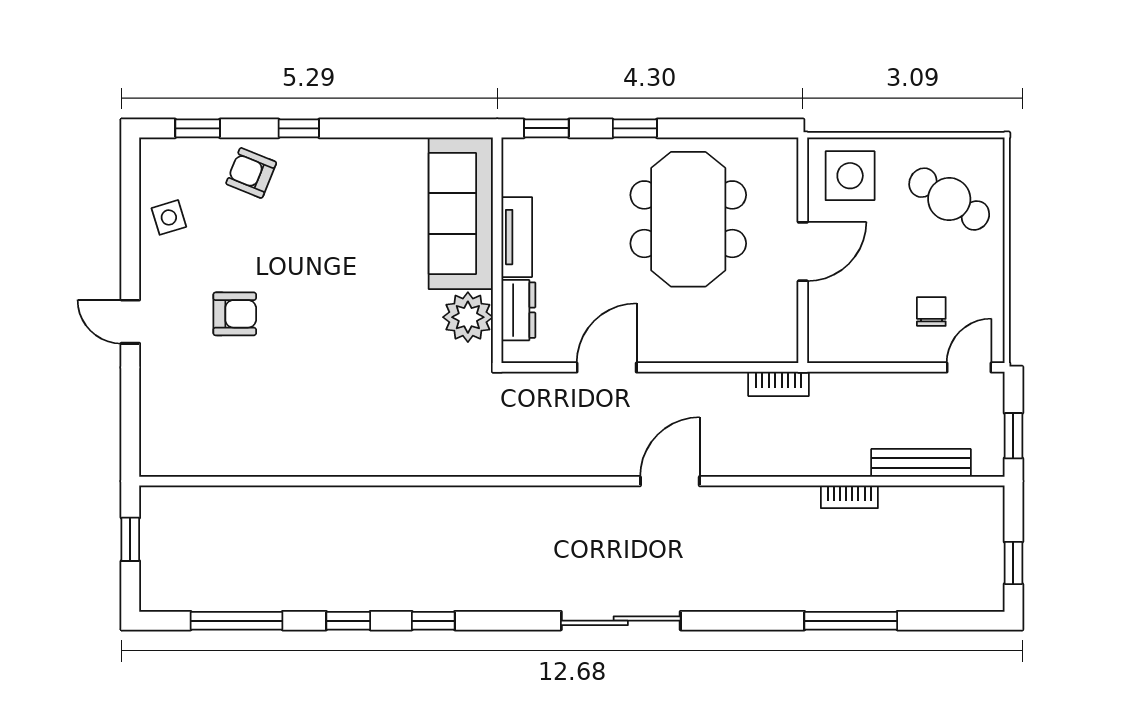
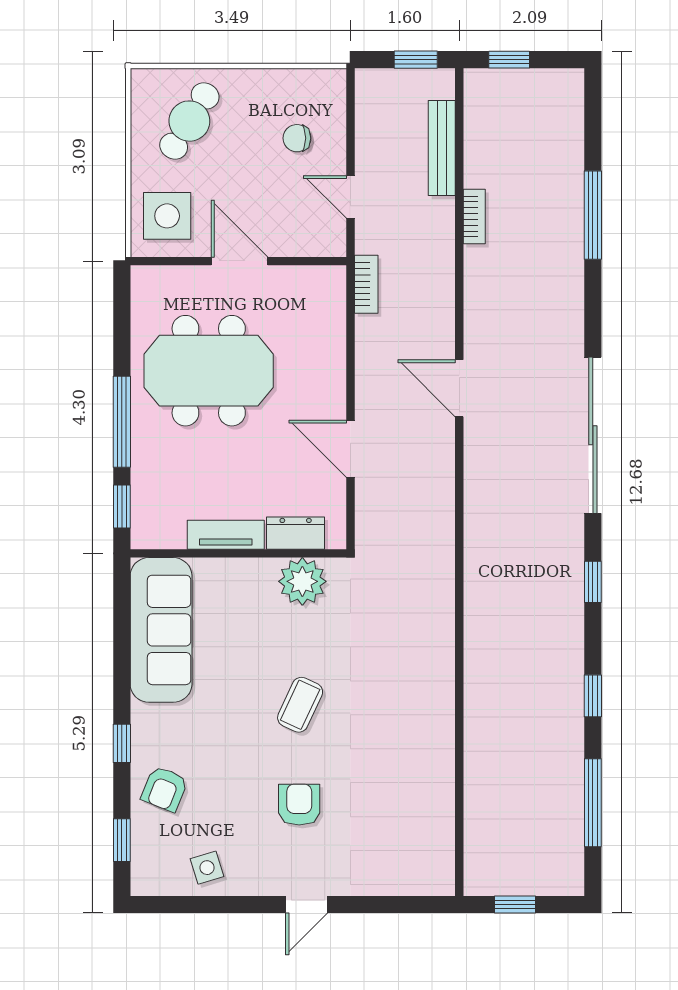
window: (635, 128) -> (122, 422), width x2.17
sofa: (461, 214) -> (161, 630), moved, turned -90
coffee table: (339, 315) -> (300, 705), added
door: (969, 367) -> (350, 197), moved
window: (1013, 563) -> (509, 60), moved
window: (433, 621) -> (593, 582), moved
sliding door: (621, 621) -> (593, 435), width x1.36

